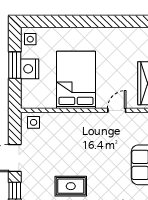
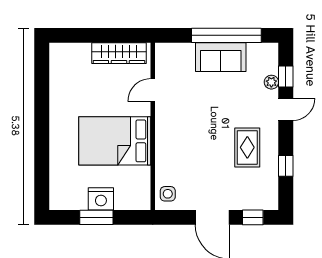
side table: (30, 39) -> (64, 198), removed
door: (117, 110) -> (153, 90), hinge flipped

